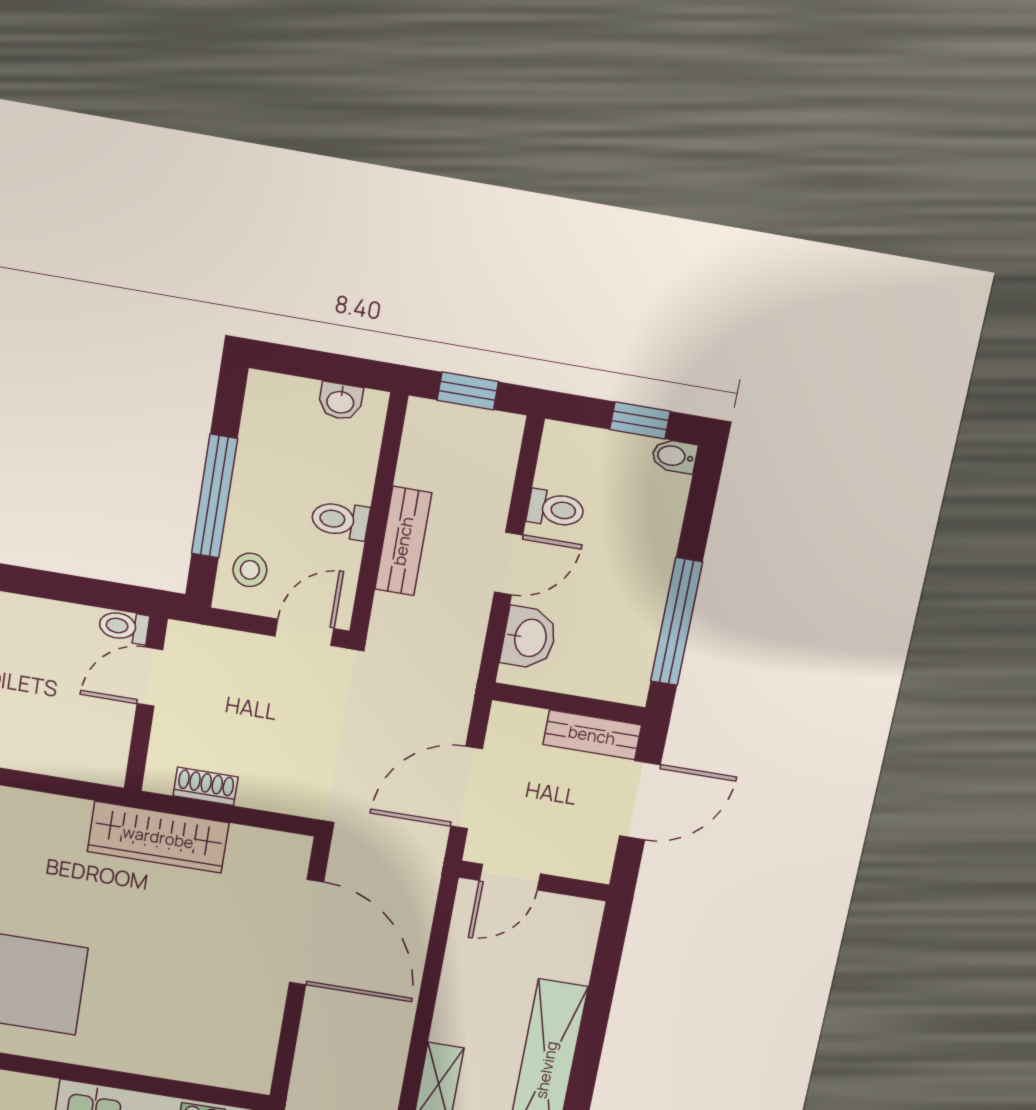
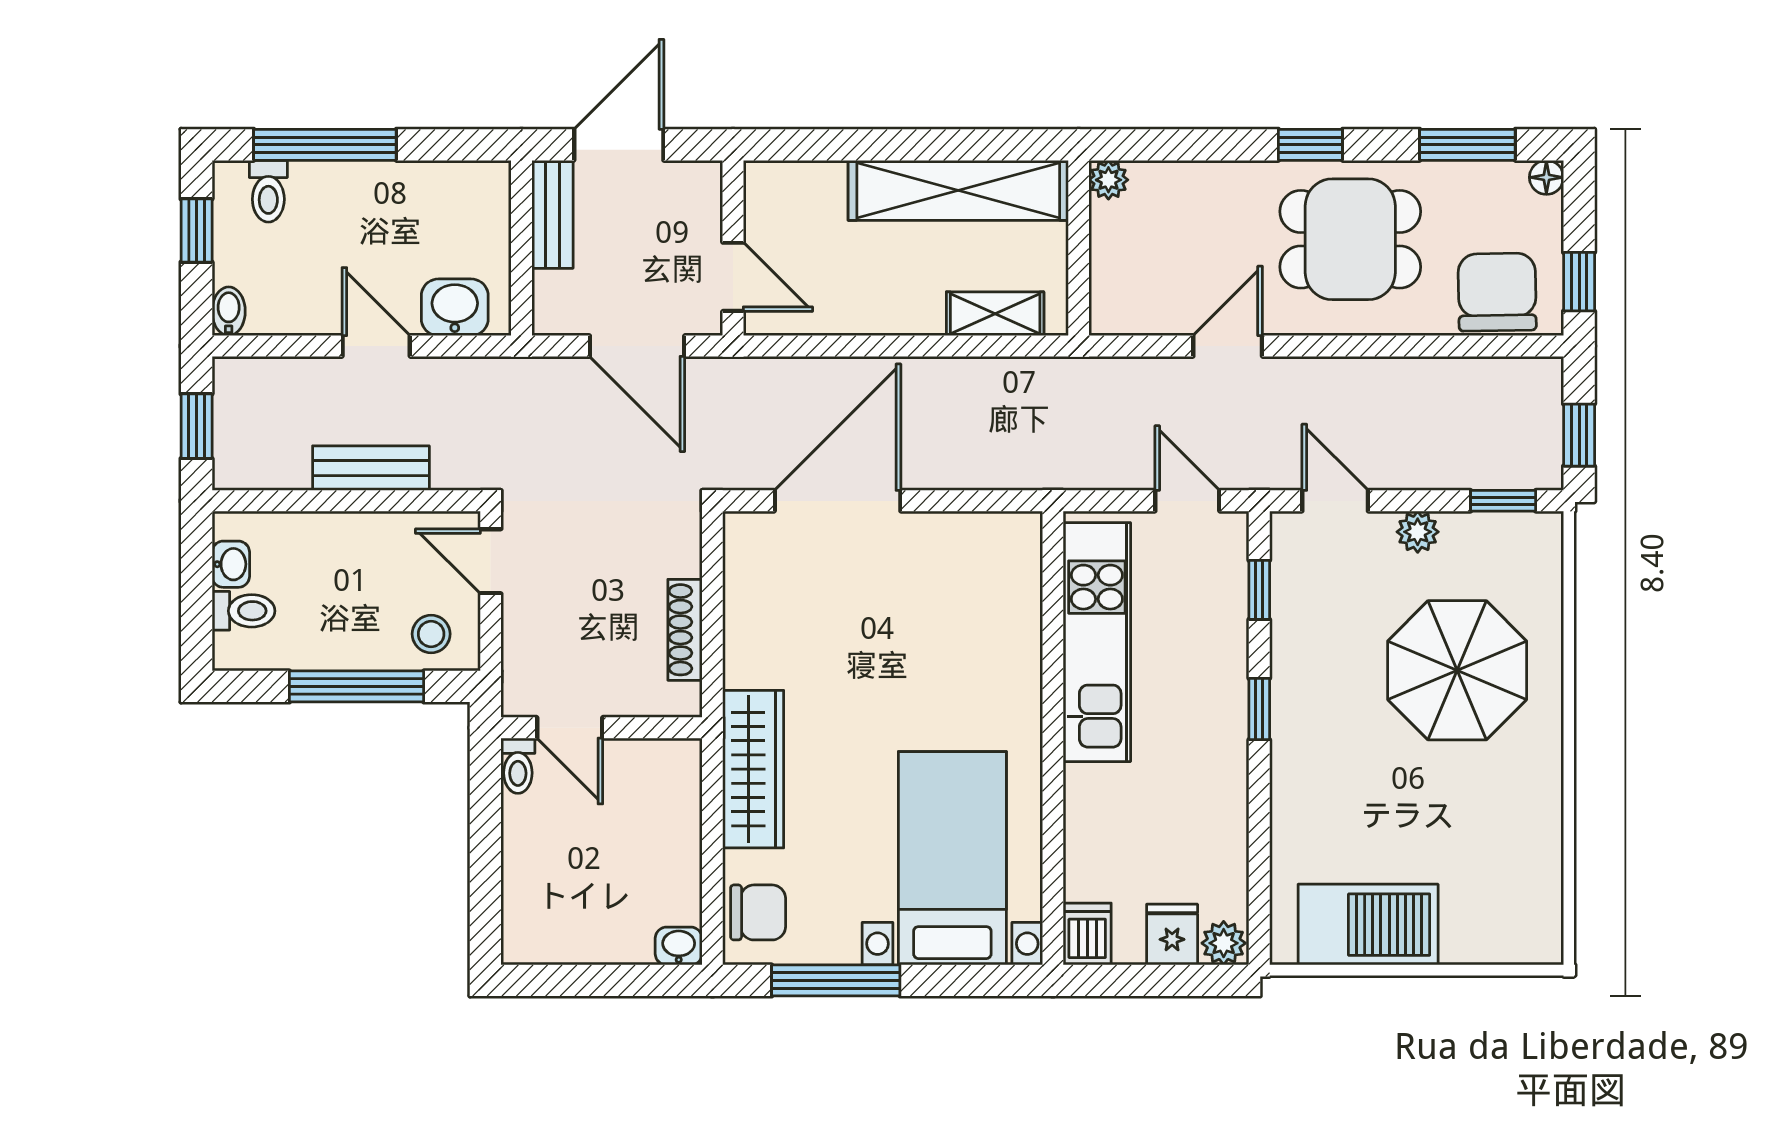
bidet: (674, 456) -> (229, 311), moved, turned 180
toilet: (556, 509) -> (268, 191), moved, turned 180
toilet: (340, 520) -> (243, 611), moved, turned -90
window: (676, 622) -> (325, 145), moved
shoe rack: (206, 786) -> (685, 630), width x1.43
door: (640, 800) -> (619, 145), hinge flipped
wardrobe: (158, 837) -> (753, 769), moved

